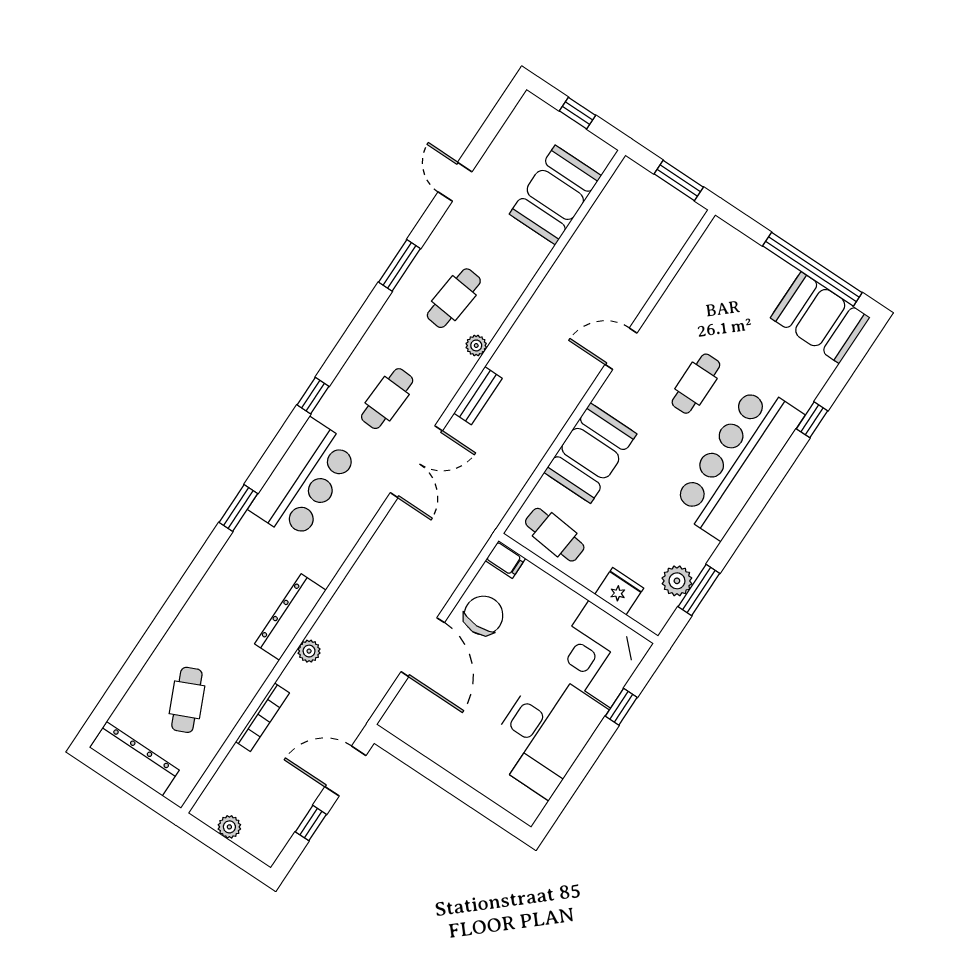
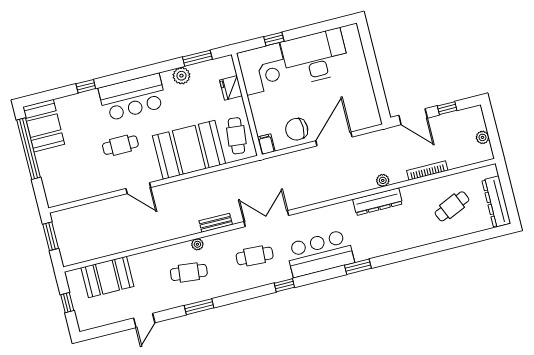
booth: (590, 453) -> (189, 150), width x1.36, depth x1.42
bar counter: (737, 461) -> (133, 97), width x0.73
plant: (677, 581) -> (181, 76), moved

